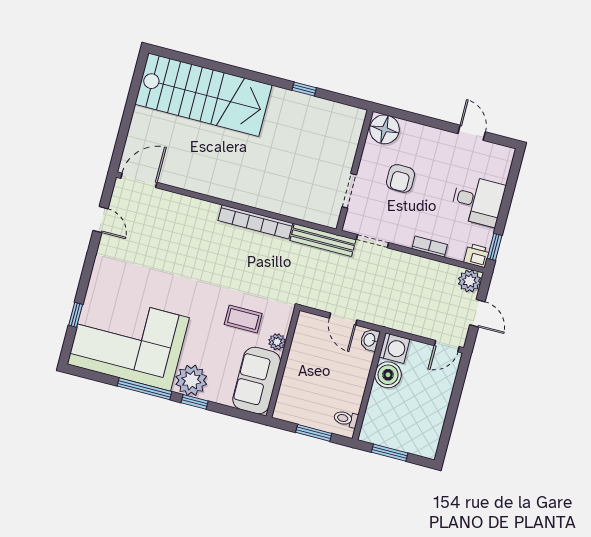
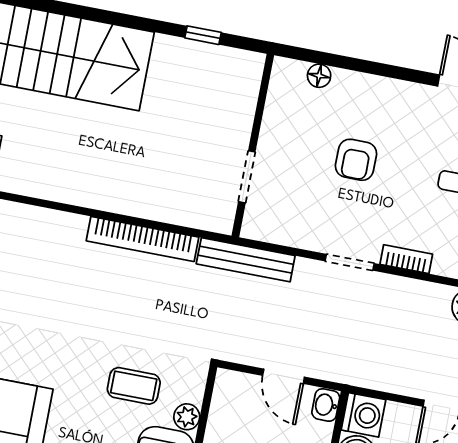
floor lamp: (384, 129) -> (319, 76), width x0.53, depth x0.53
wall: (355, 170) -> (253, 145), moved
doorway: (349, 191) -> (247, 177), moved
doorway: (372, 241) -> (350, 262), moved

